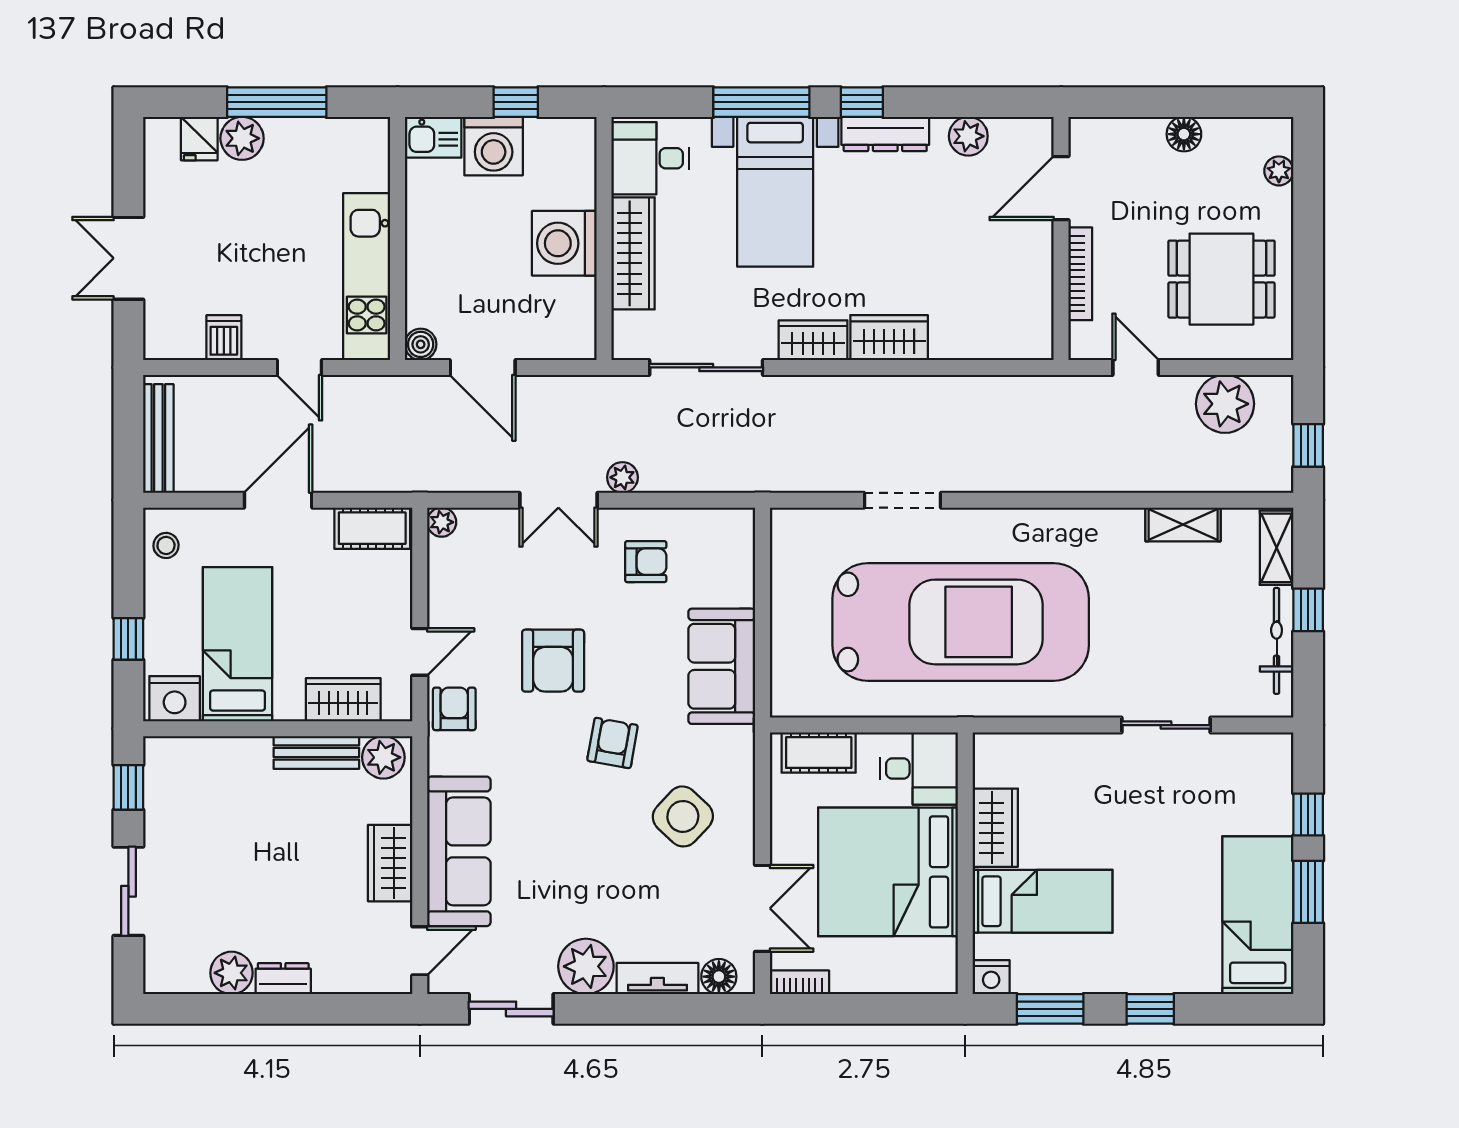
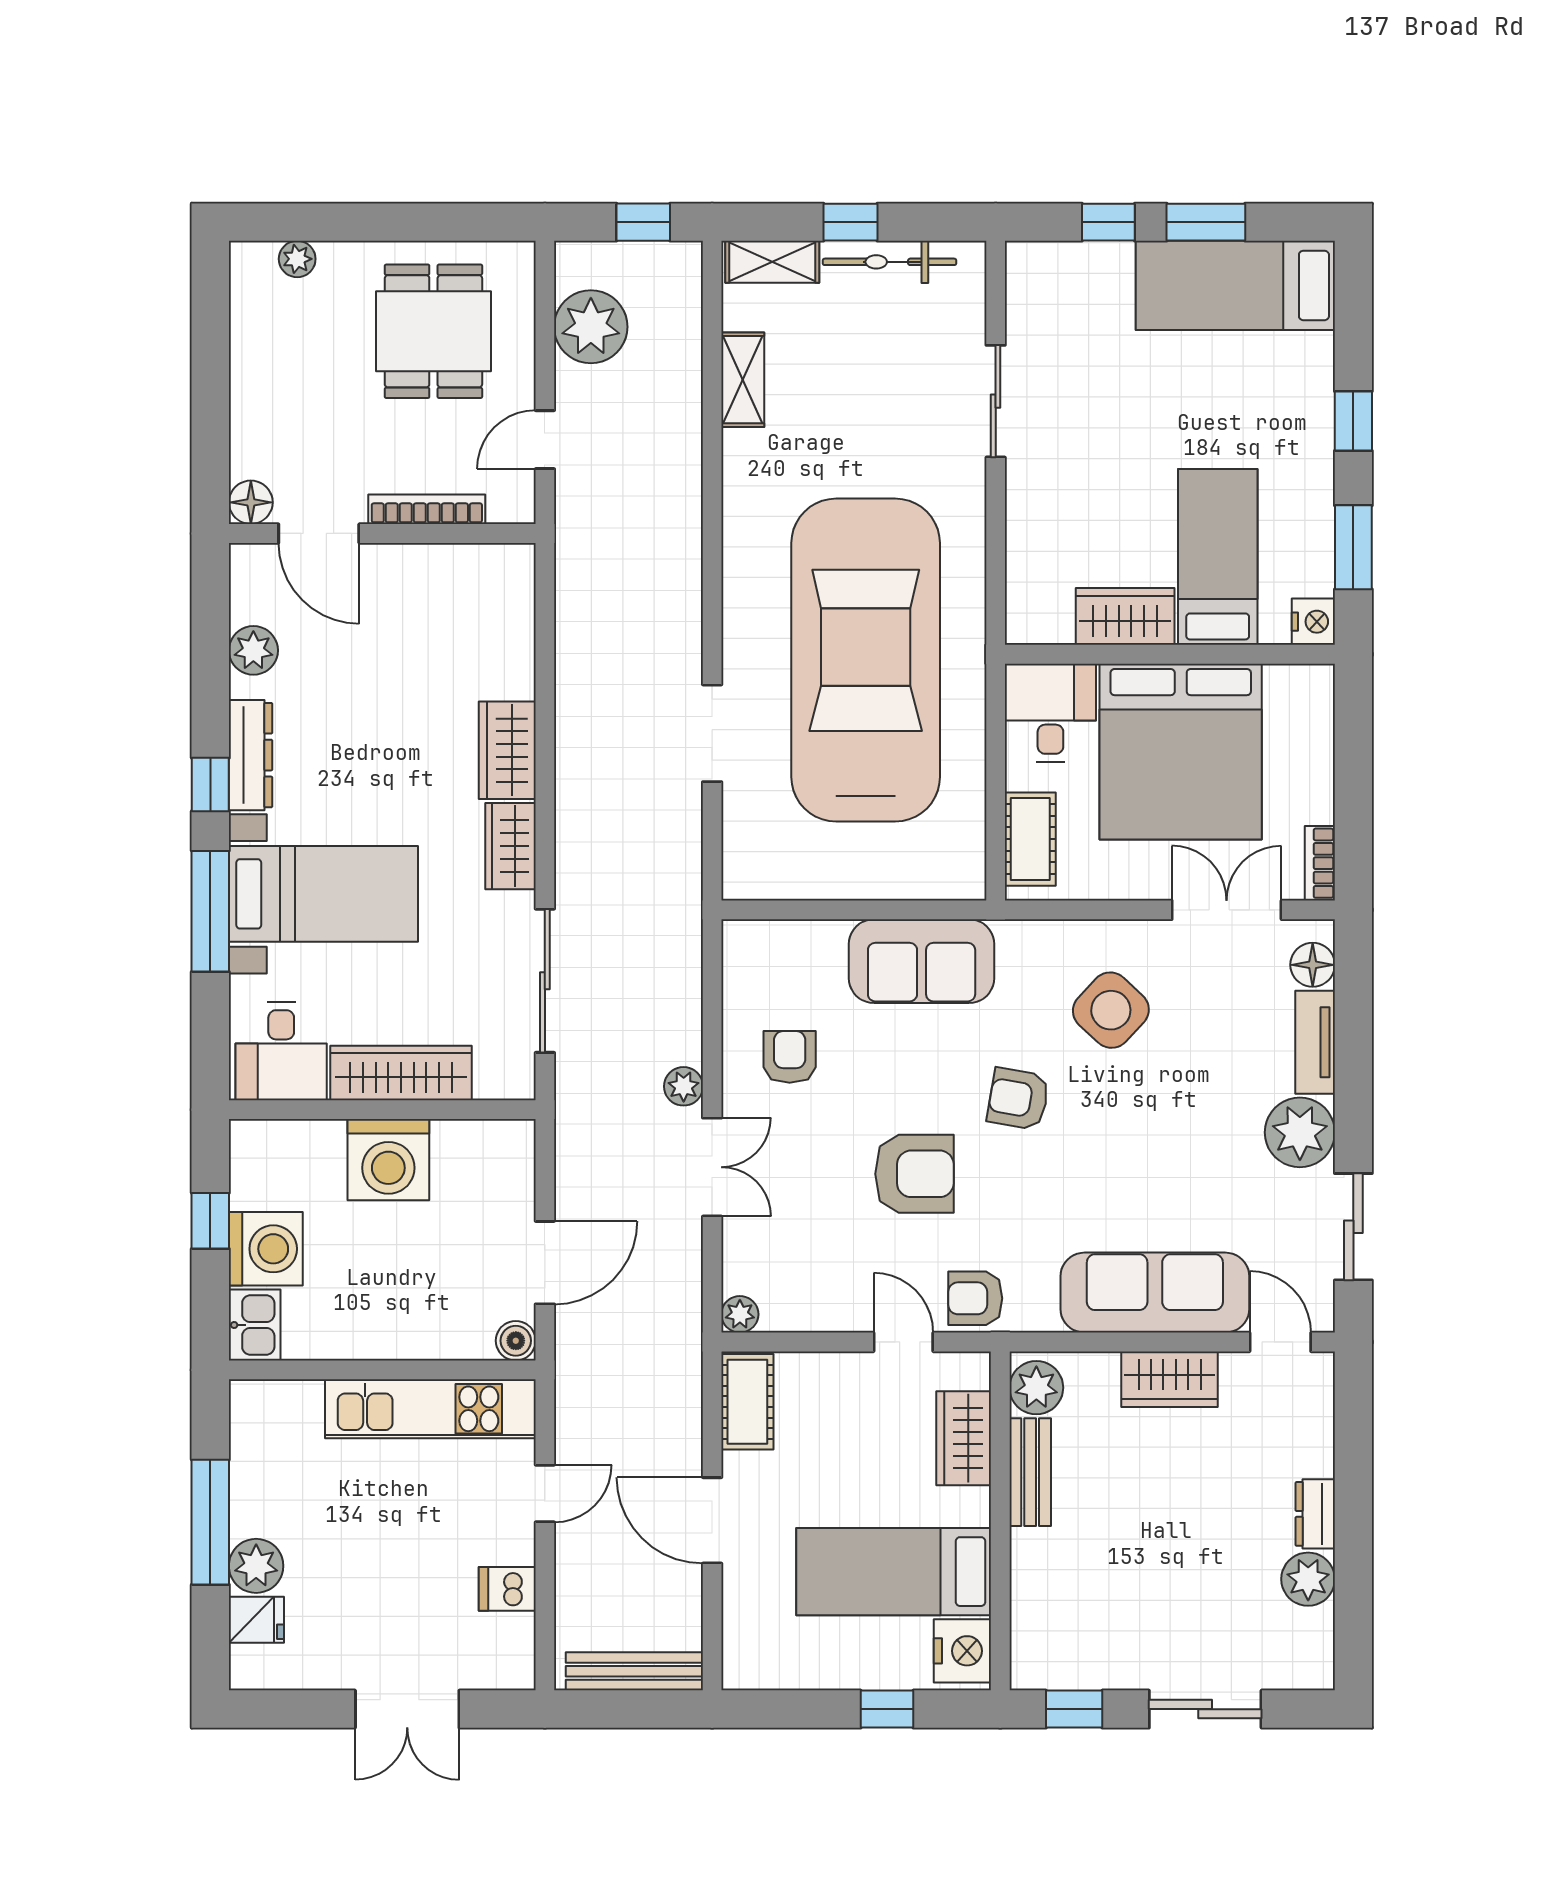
floor lamp: (1184, 134) -> (251, 502), moved
stool: (166, 545) -> (769, 1662), removed

